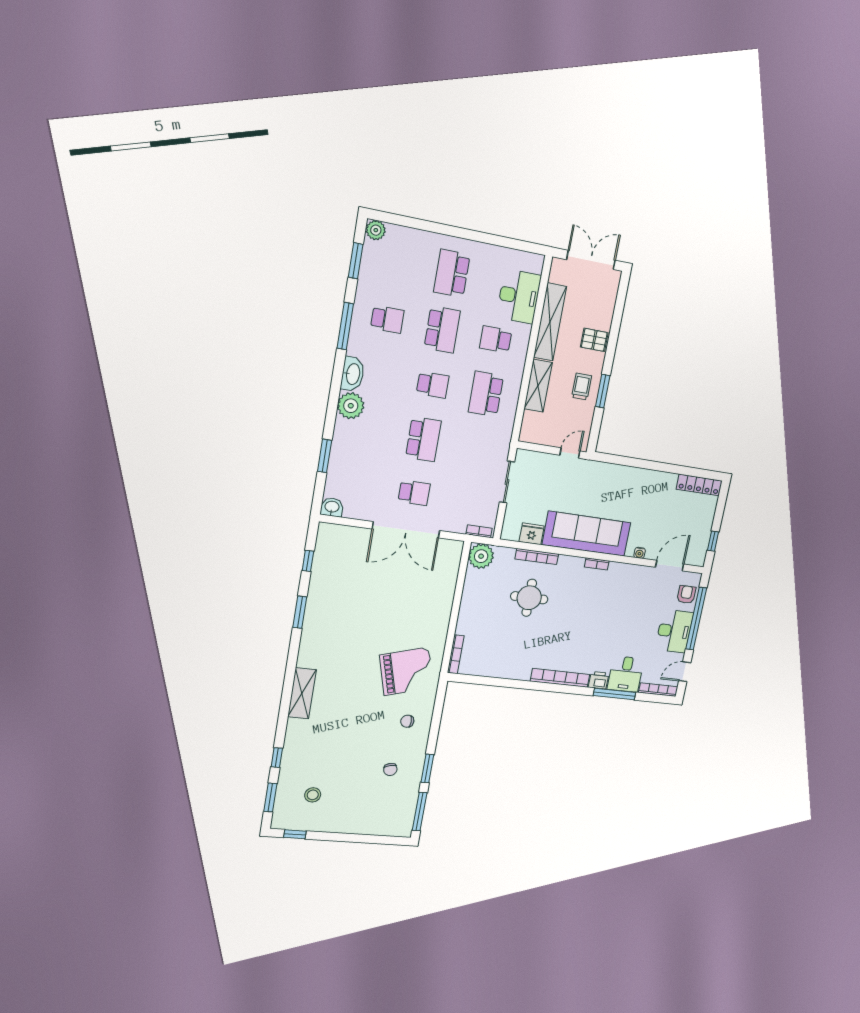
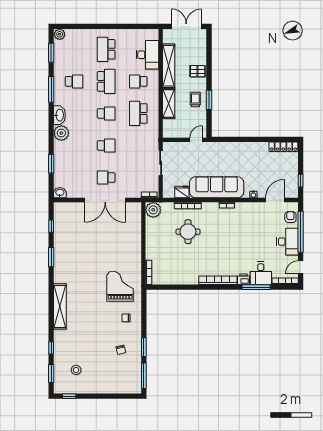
school desk: (423, 439) -> (106, 145), width x0.54
school desk: (414, 493) -> (106, 178), turned 180
grand piano: (406, 671) -> (120, 286), turned -74
shelving: (302, 693) -> (60, 306), width x1.47

